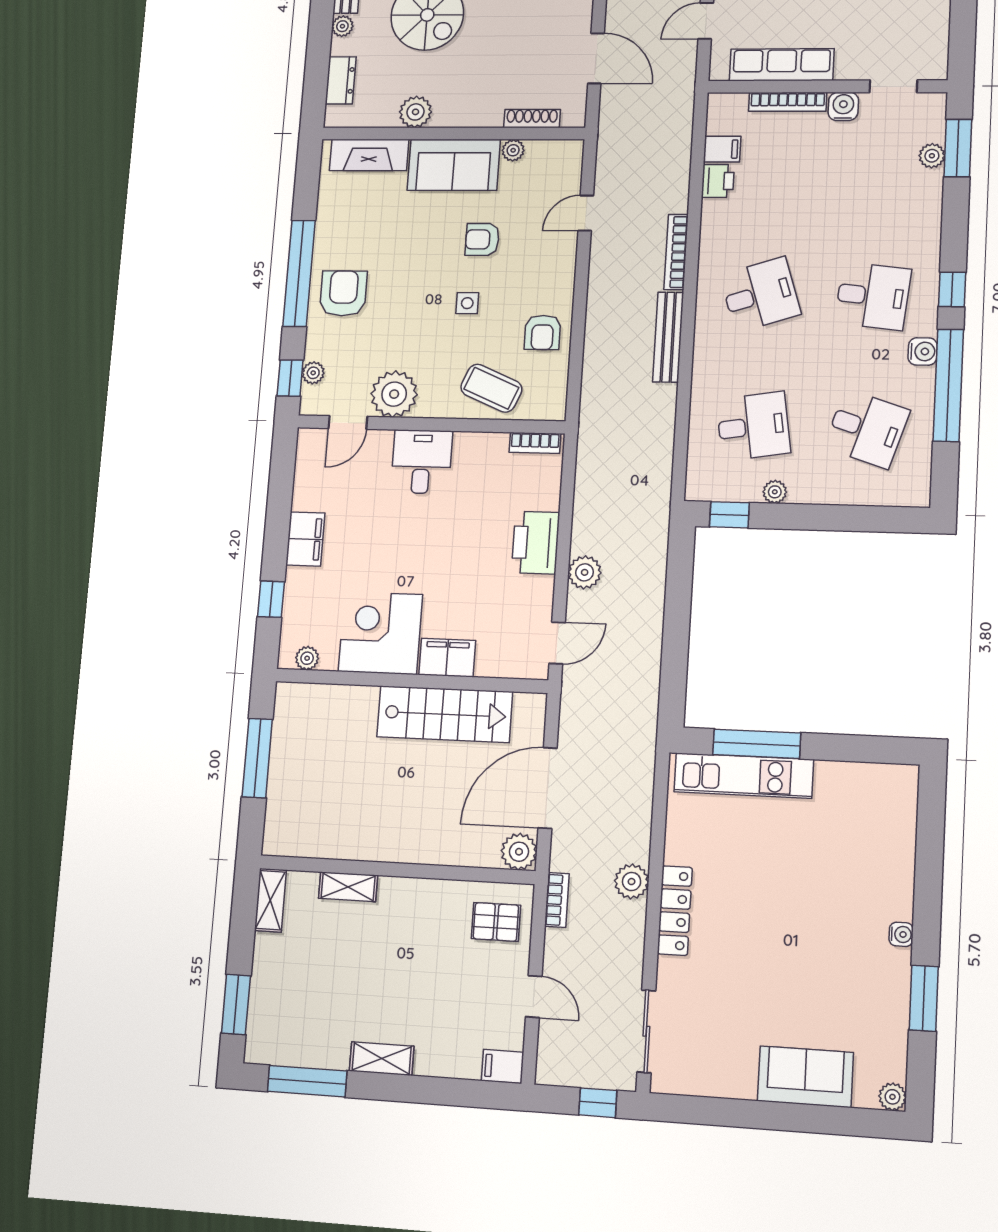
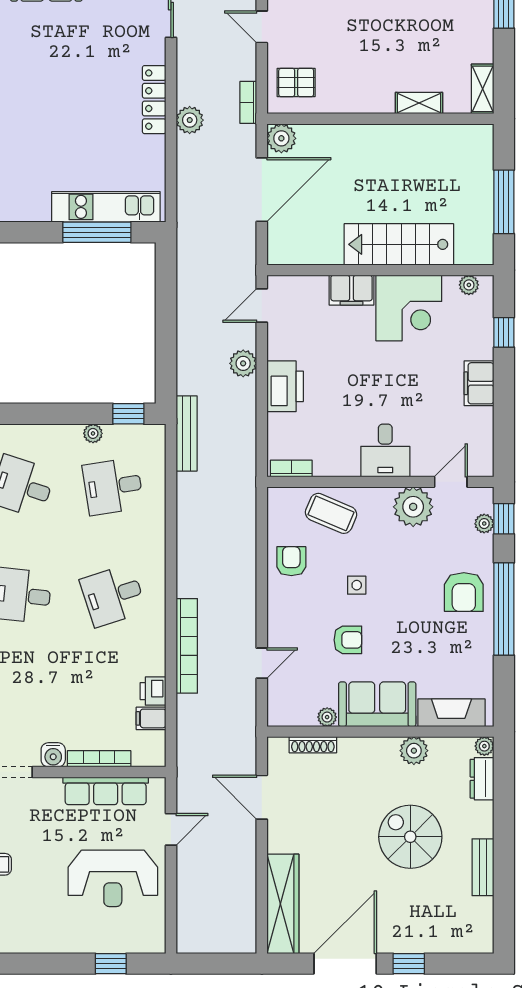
plant: (342, 26) -> (484, 746), moved
bookcase: (676, 252) -> (187, 646), width x1.48, depth x1.31
bench: (668, 337) -> (187, 433), moved
stairs: (445, 714) -> (399, 244), moved

